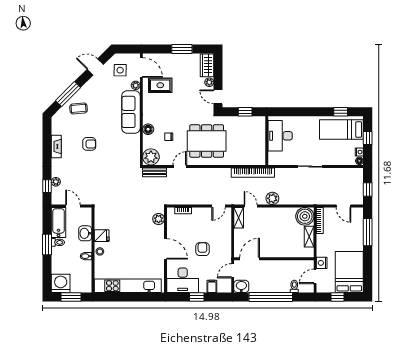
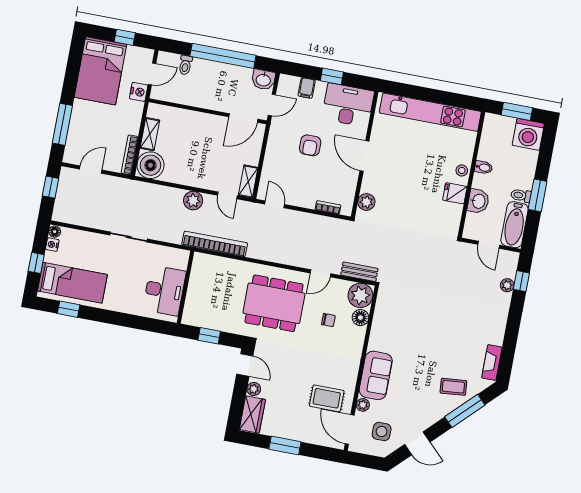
sofa: (131, 112) -> (376, 375), width x0.73
floor lamp: (148, 129) -> (360, 318), moved
armchair: (89, 144) -> (447, 332), removed
fireplace: (56, 147) -> (492, 363), moved
door: (218, 206) -> (275, 204), hinge flipped
door: (343, 206) -> (91, 170), hinge flipped

